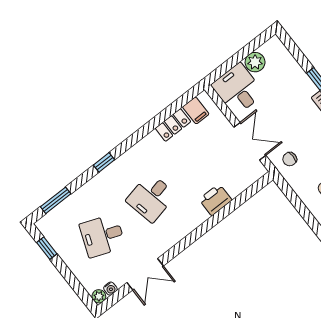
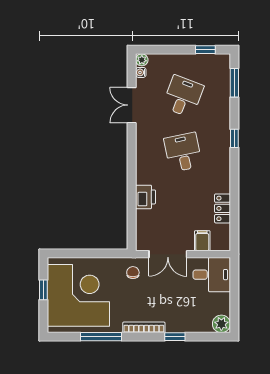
plant: (255, 62) -> (221, 324), moved
filing cabinet: (196, 110) -> (202, 241), moved, turned 90

